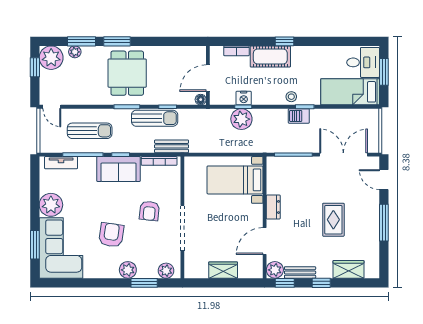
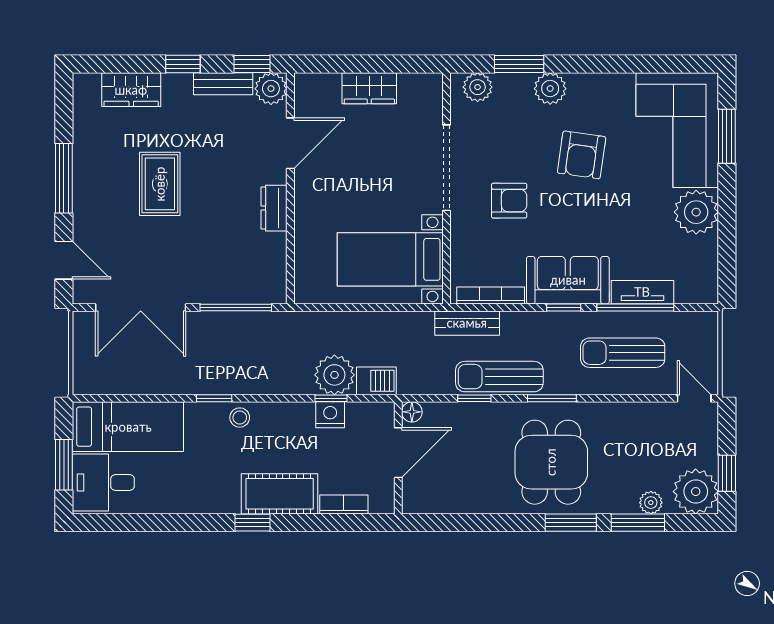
barbecue: (299, 116) -> (376, 381), moved
tv unit: (61, 163) -> (642, 292), moved
bed with nightstands: (235, 180) -> (390, 259), moved, turned 180
armchair: (149, 211) -> (509, 201), turned 84

